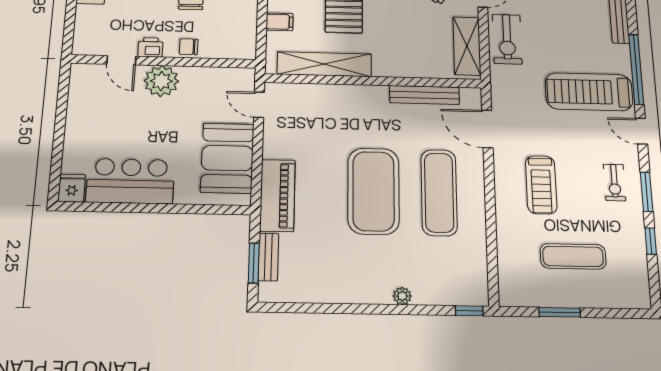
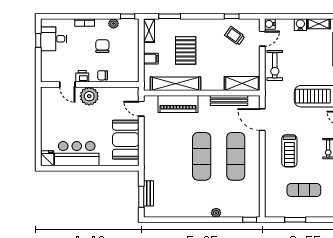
shelving: (467, 46) -> (242, 83), moved, turned 90
exercise mat: (373, 191) -> (202, 156), width x0.68
piano: (278, 195) -> (178, 104), moved, turned 90

